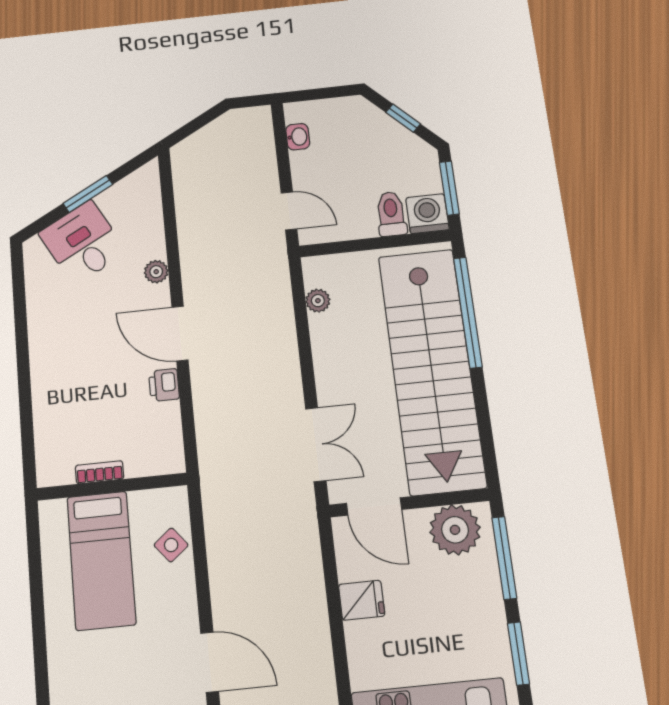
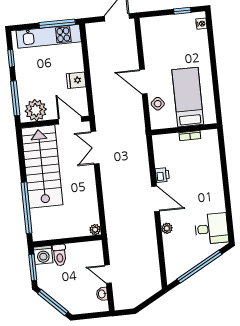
window: (403, 118) -> (53, 303), width x2.17
window: (88, 194) -> (199, 267), width x2.11
door: (289, 211) -> (108, 274), moved
desk: (83, 242) -> (212, 229), moved, turned -61
plant: (318, 301) -> (95, 230), moved
stairs: (432, 370) -> (42, 167), width x0.73
window: (518, 653) -> (11, 58), width x0.67
door: (210, 662) -> (143, 82), moved

